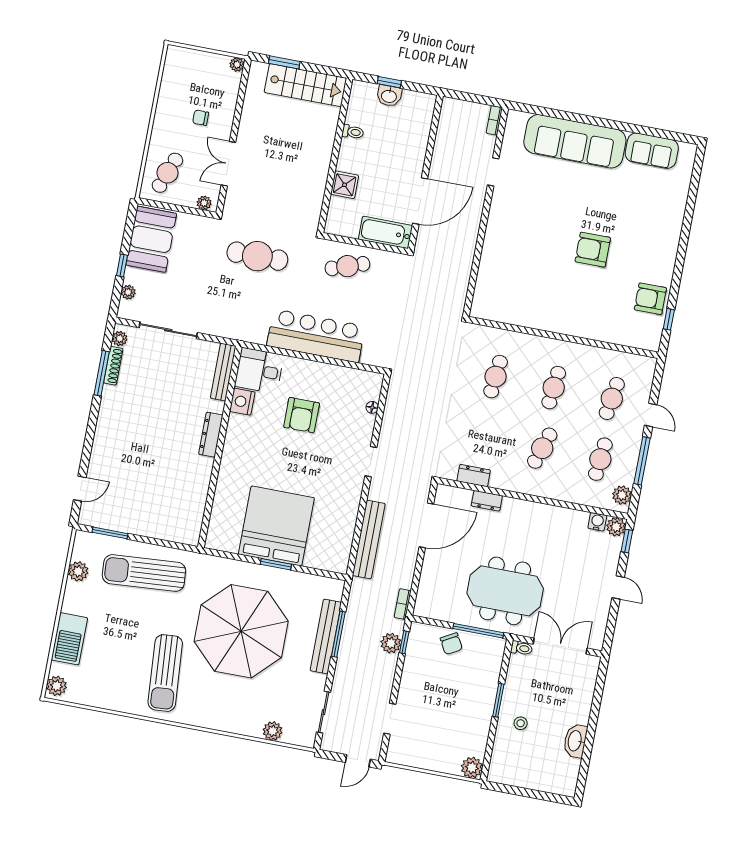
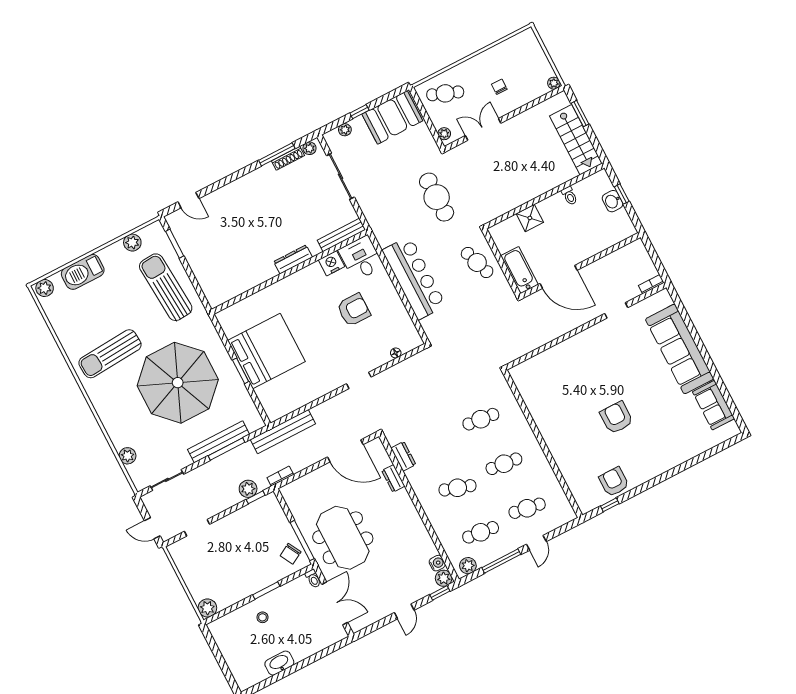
armchair: (302, 415) -> (354, 310), turned 180
bench: (369, 540) -> (283, 432), moved
chair: (451, 644) -> (291, 554), moved

